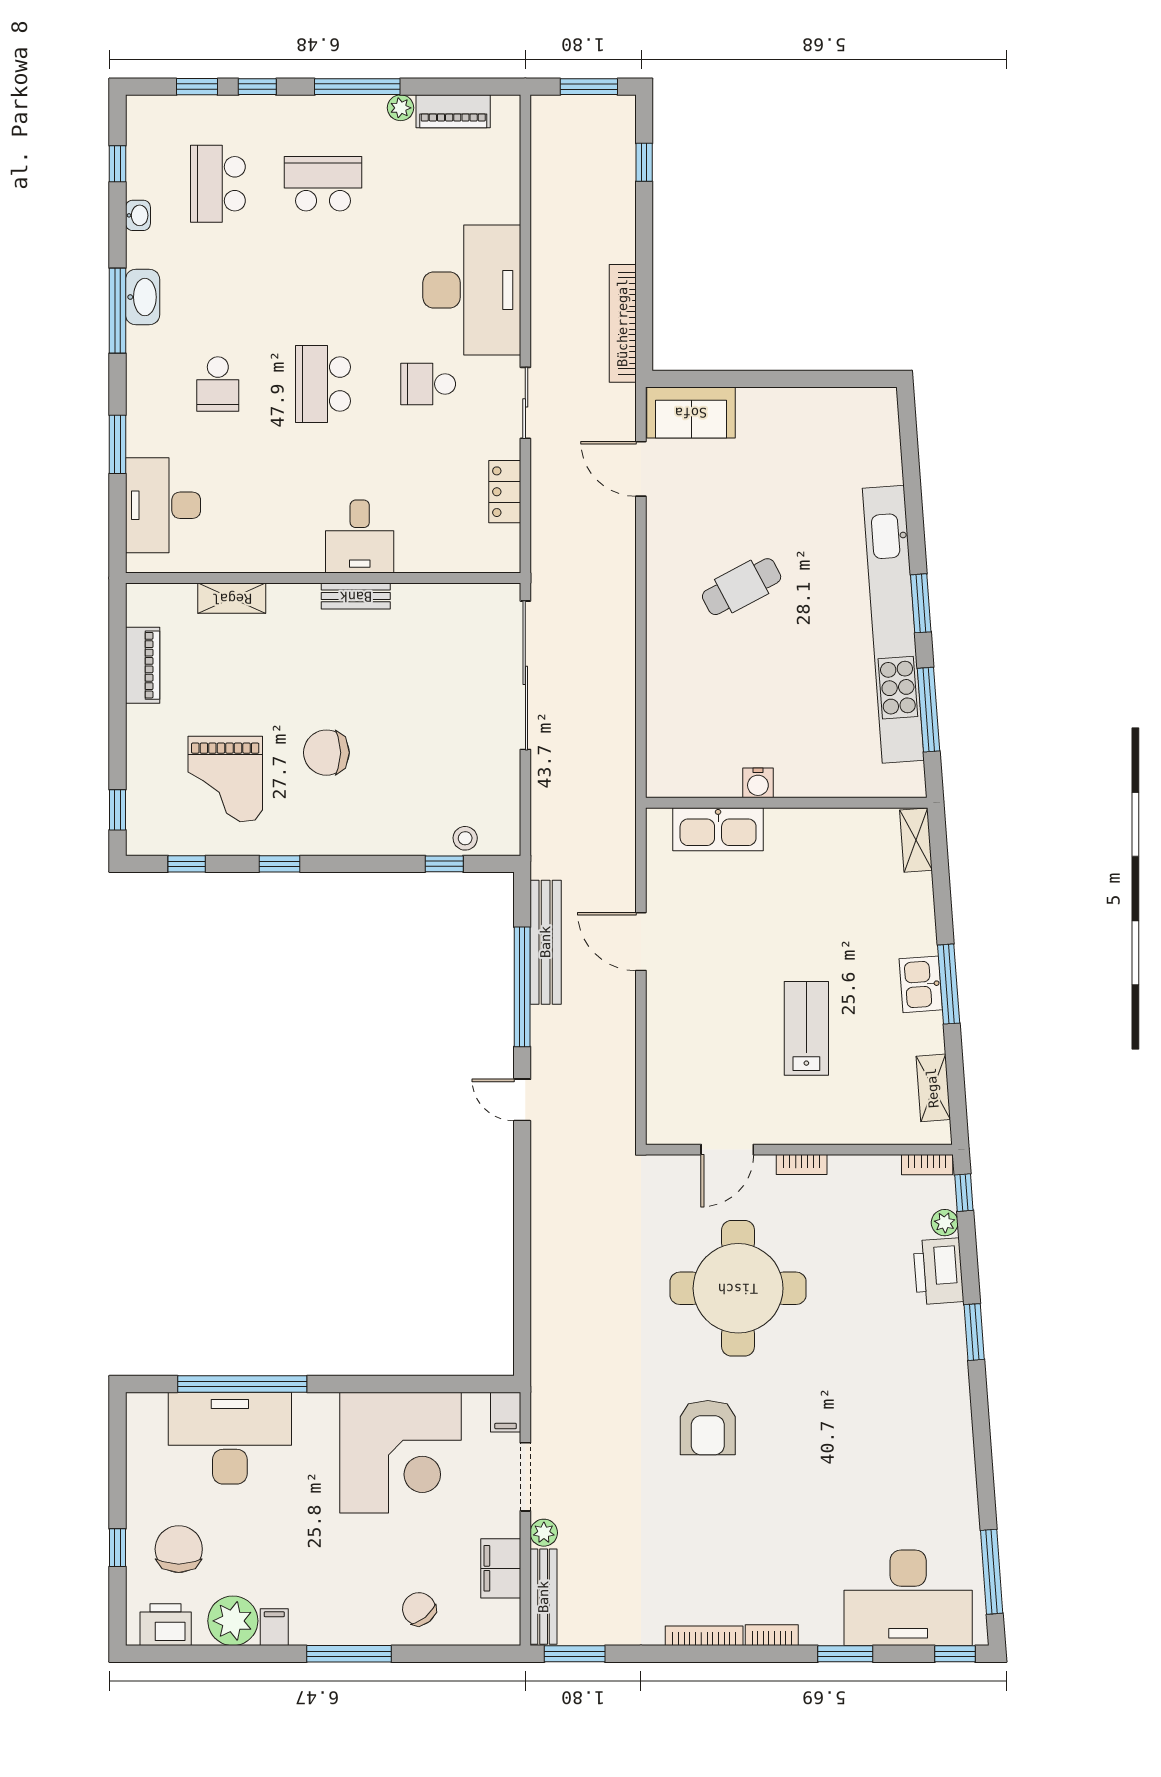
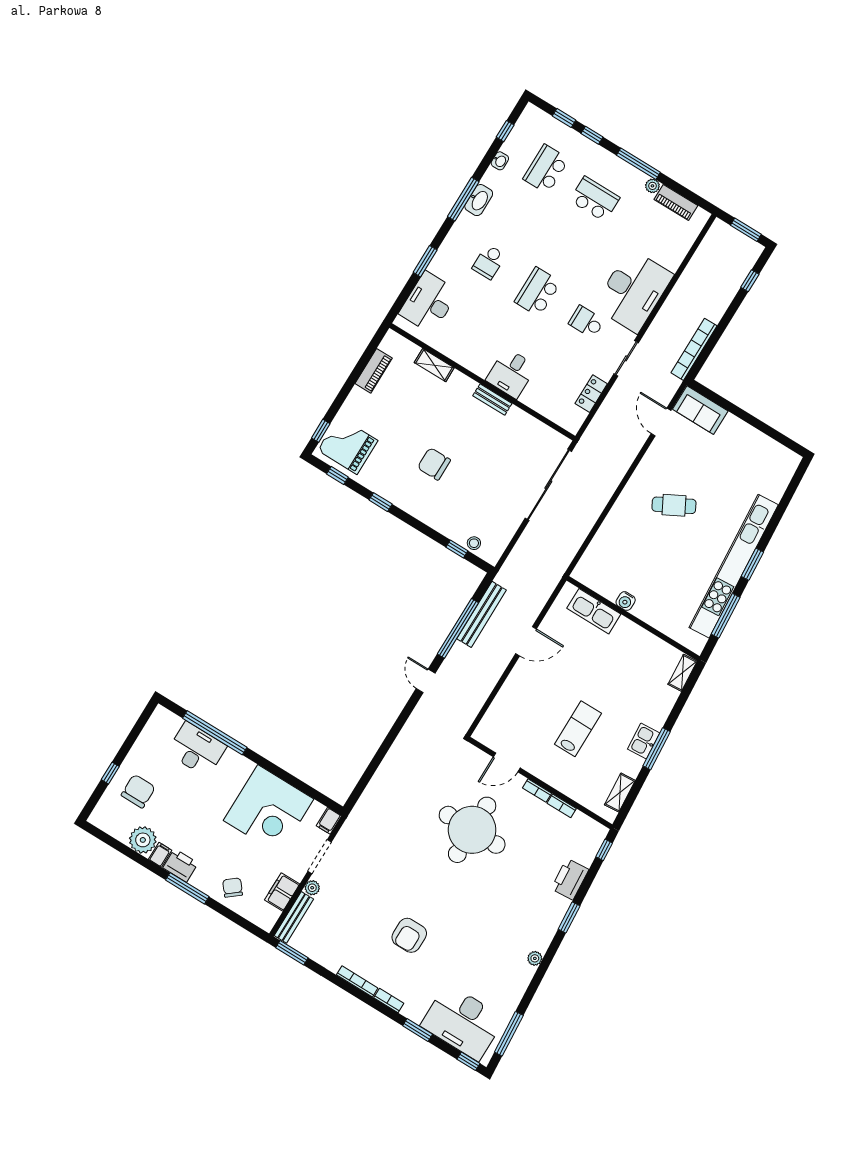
grand piano: (225, 779) -> (348, 445), moved, turned 90
door: (641, 942) -> (526, 641), swing flipped
bookcase: (927, 1165) -> (562, 806), moved
plant: (945, 1223) -> (535, 958), moved
armchair: (708, 1428) -> (409, 935), moved
desk: (230, 1438) -> (197, 749), width x0.73, depth x0.77
printer: (166, 1625) -> (180, 865), moved

